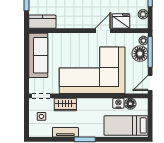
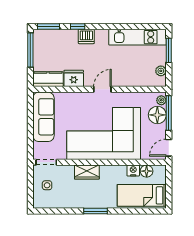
fridge: (121, 21) -> (74, 78), moved
door: (103, 31) -> (102, 89), moved
wardrobe: (65, 105) -> (87, 172), moved
tv unit: (65, 132) -> (74, 203), removed

